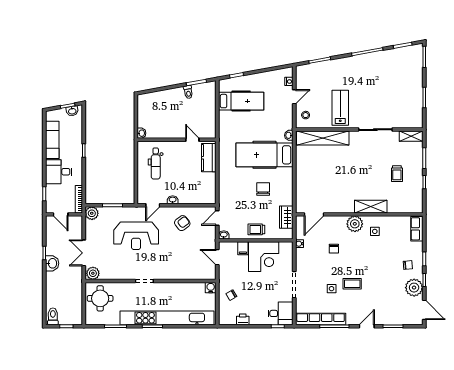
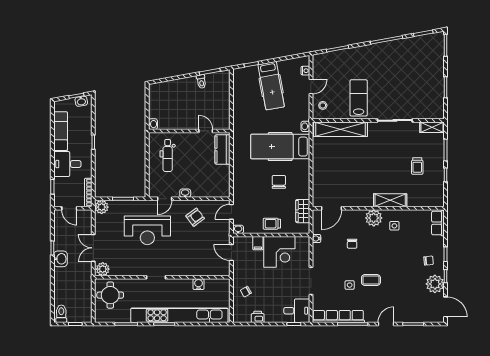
hospital bed: (241, 101) -> (271, 86), moved, turned 80
water cooler: (211, 288) -> (199, 284), moved

